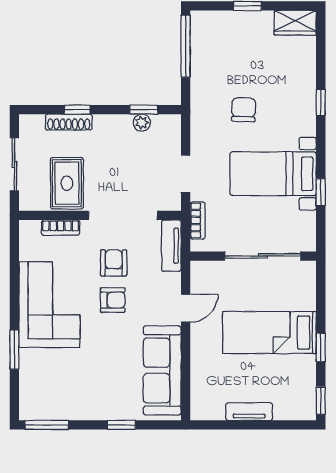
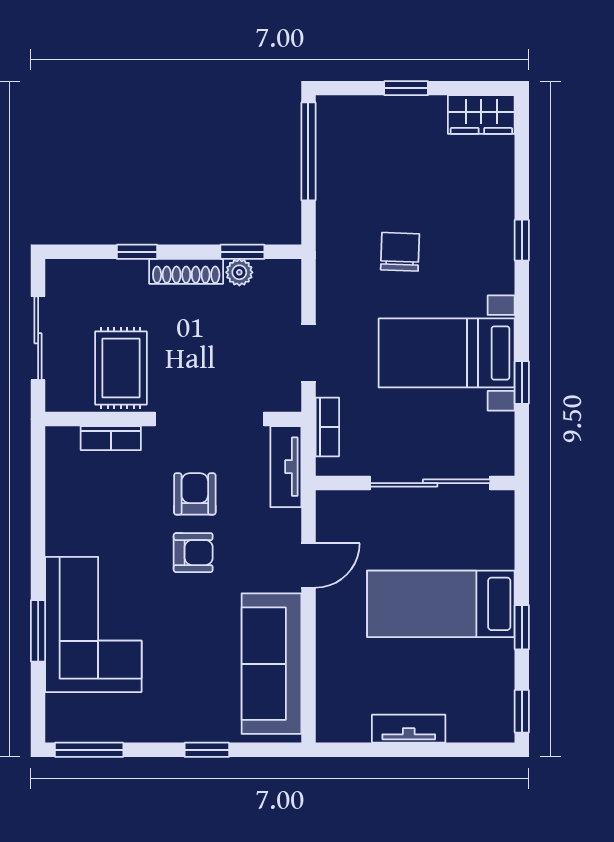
shoe rack: (69, 122) -> (186, 271), moved
corner sofa: (49, 305) -> (93, 625), moved

